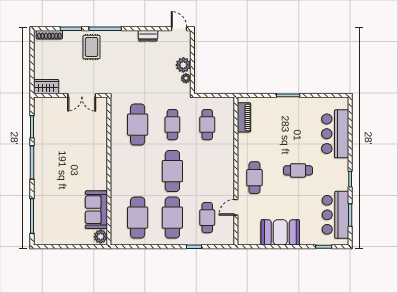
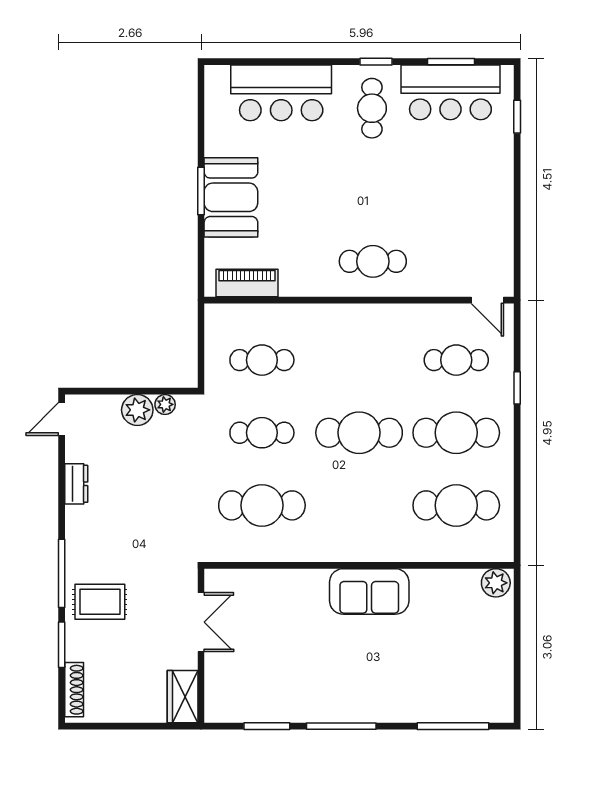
cafe table: (298, 170) -> (372, 108), moved
door: (236, 207) -> (487, 300), moved
sofa: (96, 210) -> (369, 591), moved
booth: (280, 232) -> (231, 197), moved

